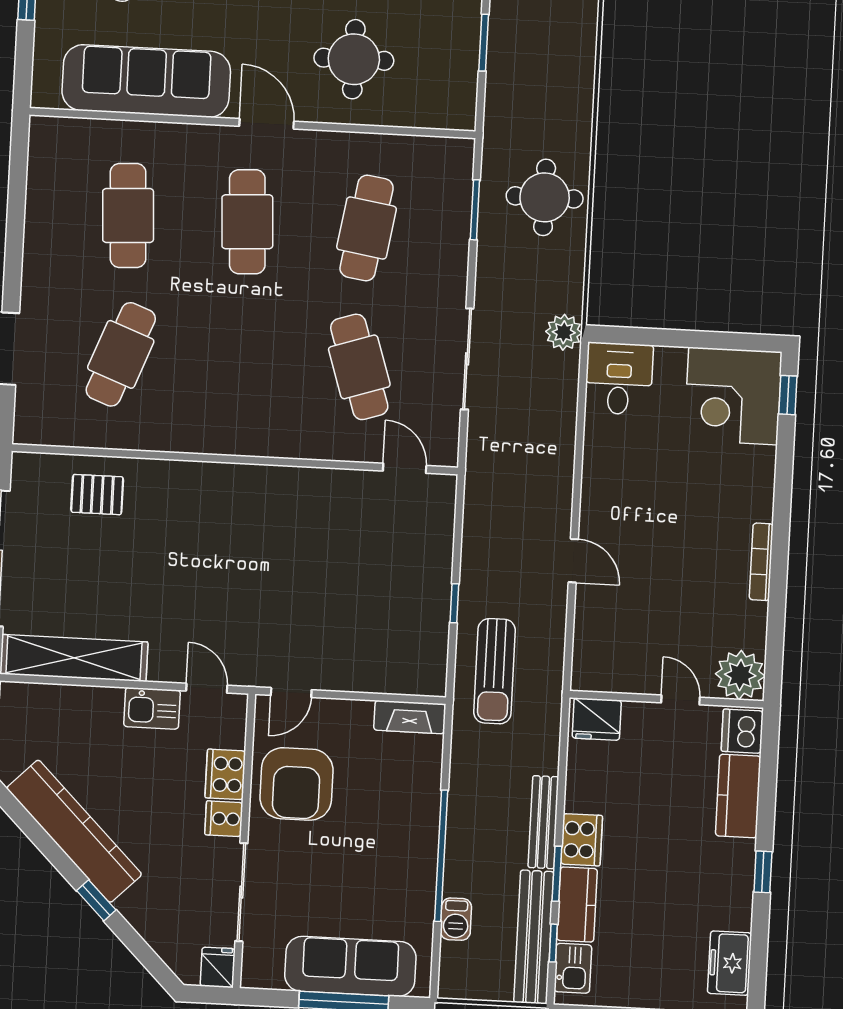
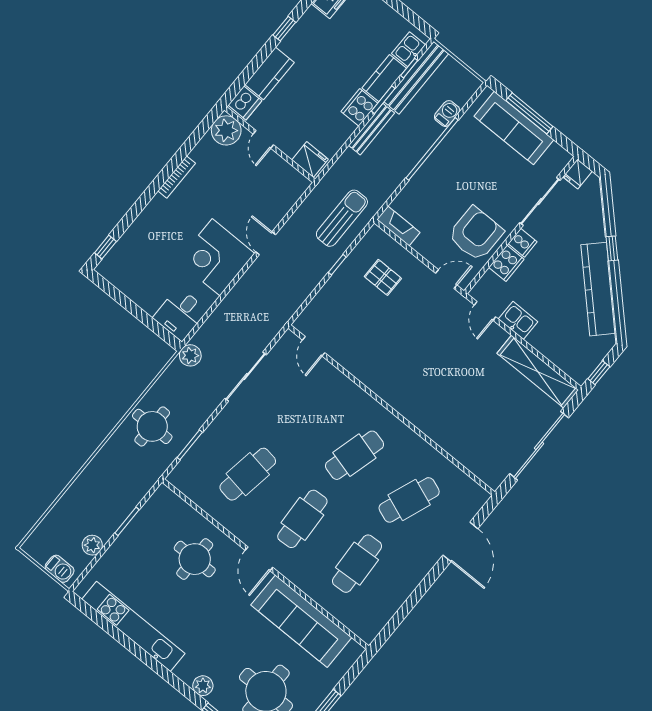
cafe table: (359, 367) -> (354, 455), moved, turned 33
corner desk: (733, 396) -> (216, 257), moved, turned 180
pallet: (97, 495) -> (383, 277), moved

